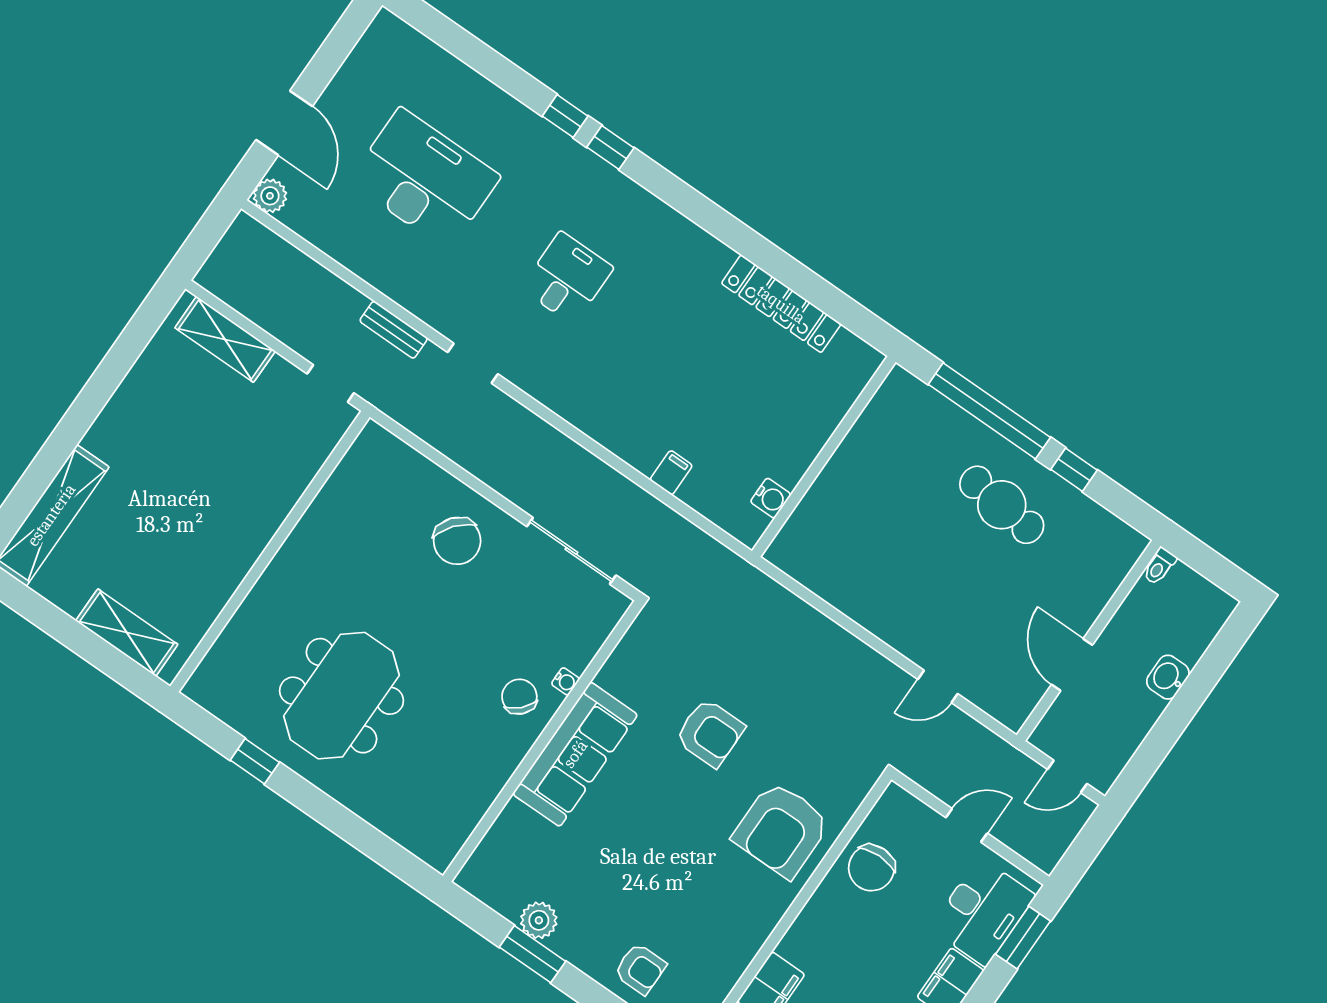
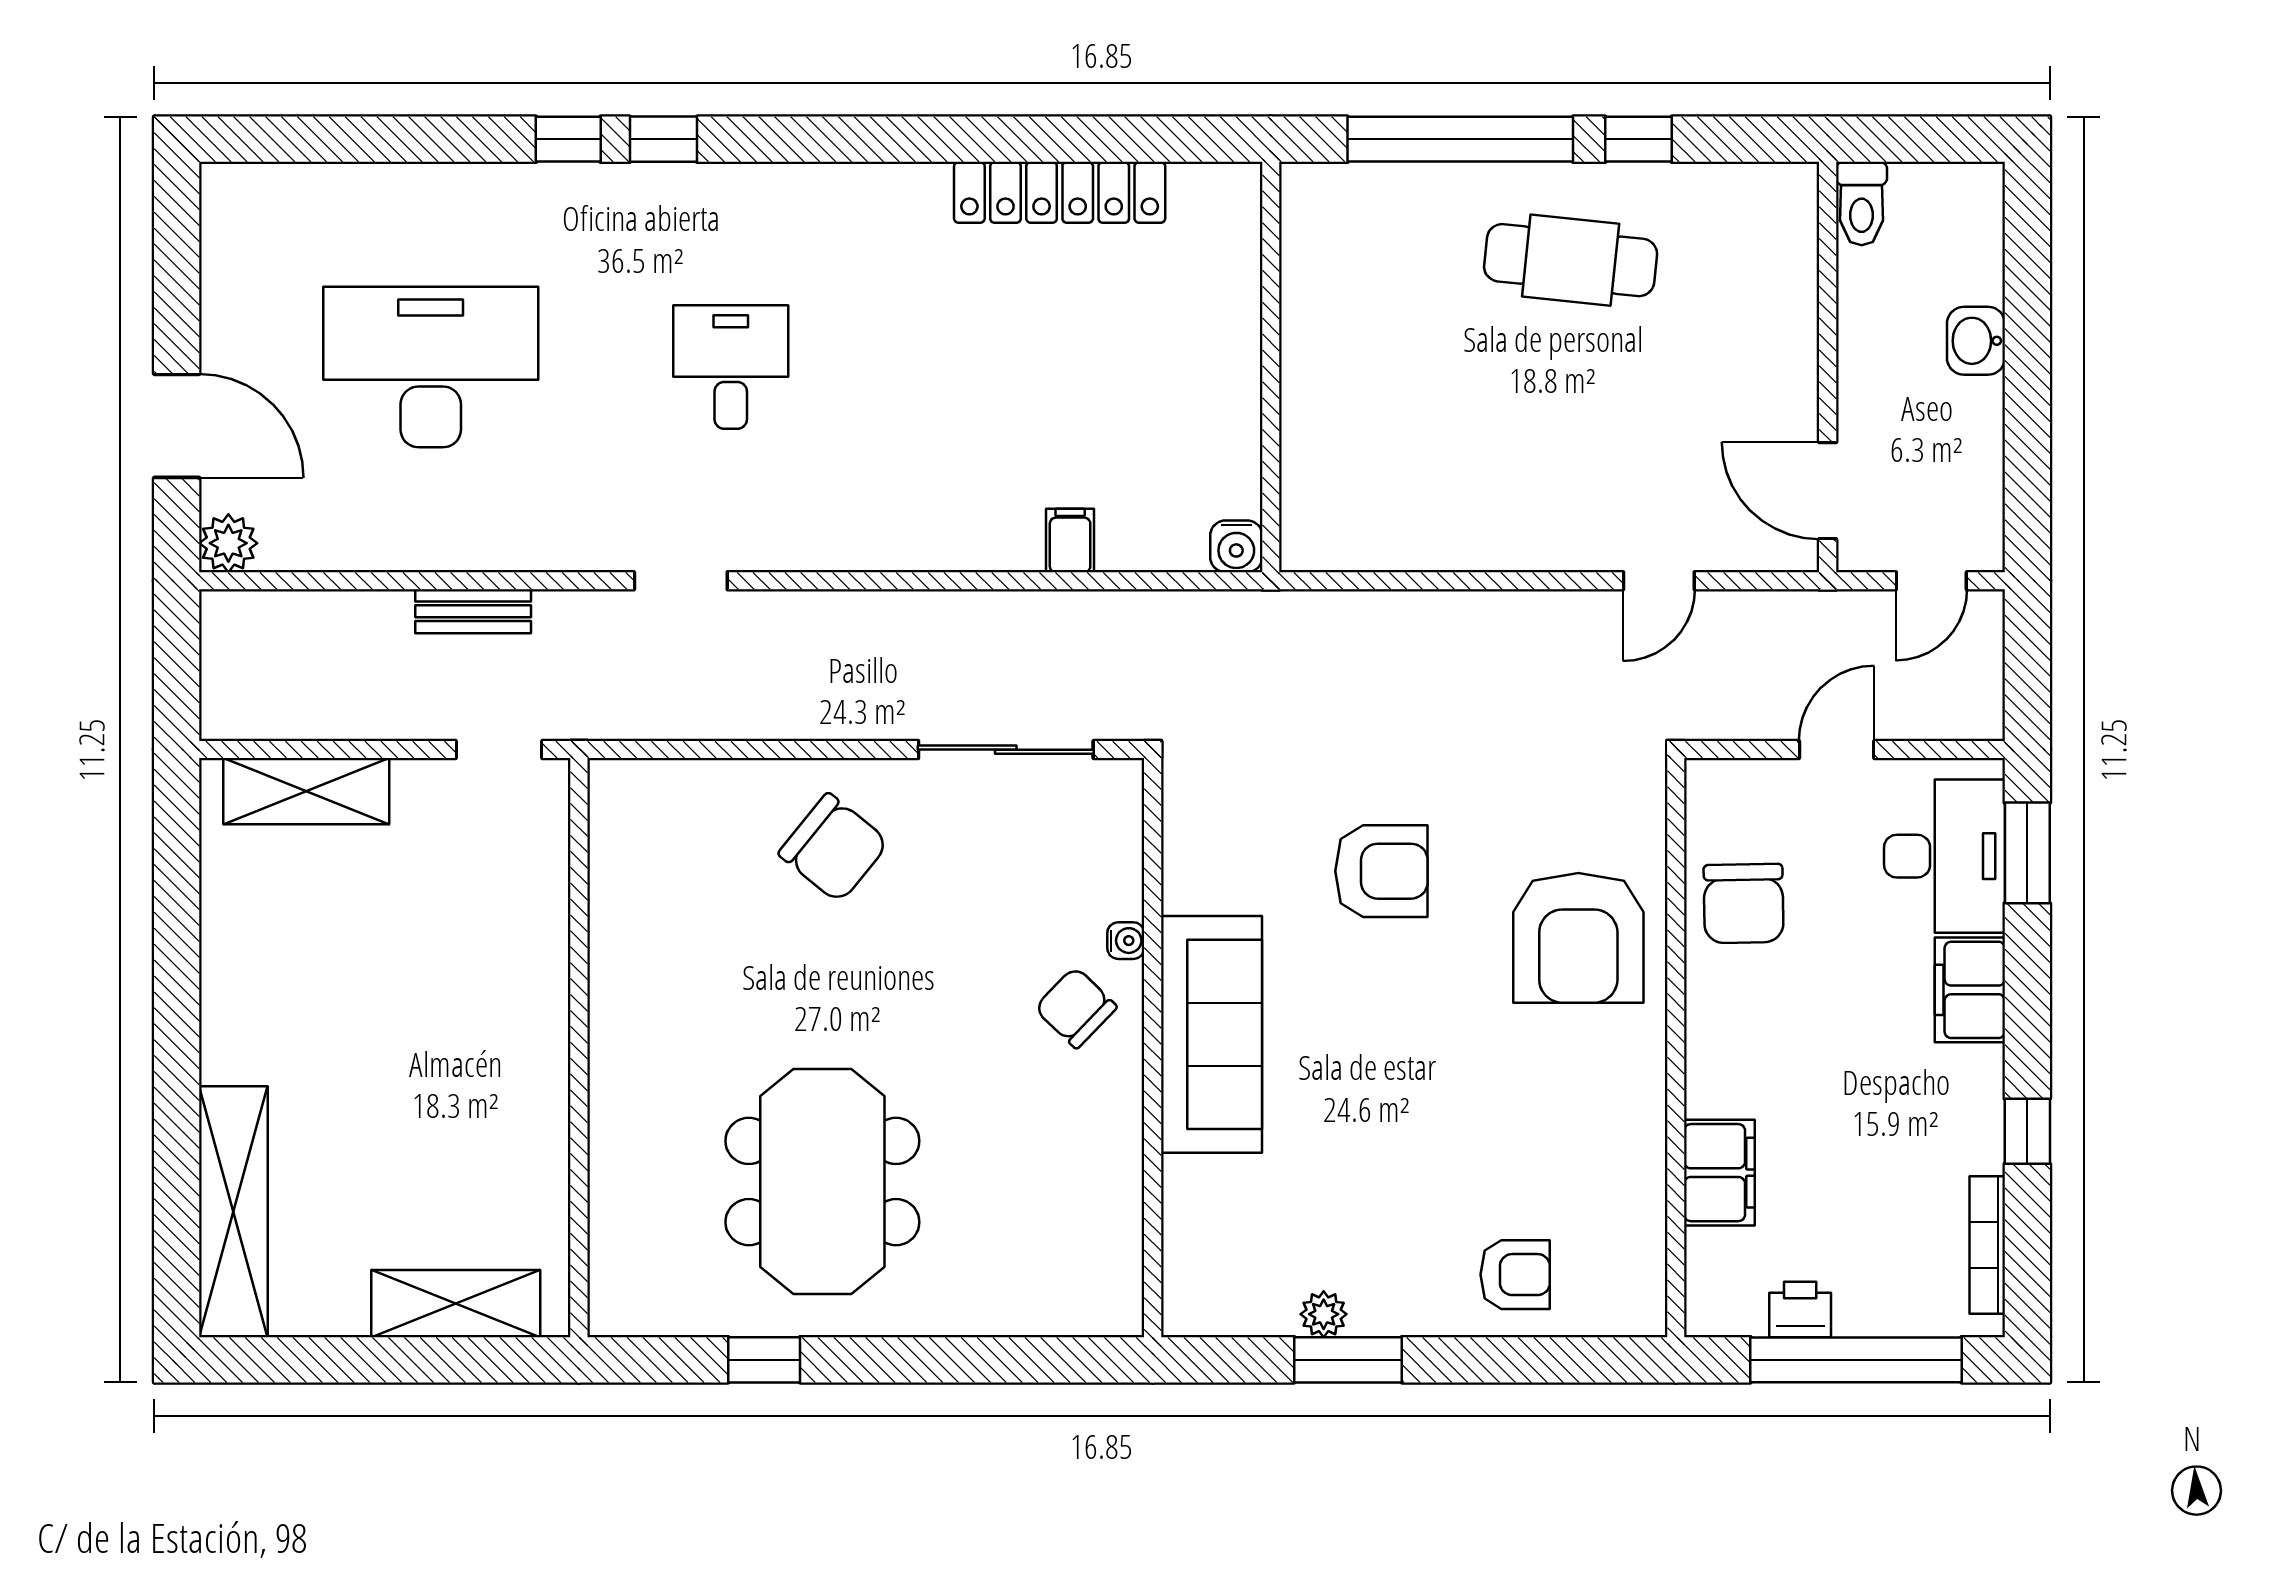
bench: (394, 330) -> (473, 611), moved
water cooler: (771, 498) -> (1236, 546), moved, turned 90
toilet: (1159, 566) -> (1862, 204), width x1.37, depth x1.39
door: (1072, 665) -> (1828, 491), moved
plant: (539, 920) -> (1324, 1314), width x0.73, depth x0.73

